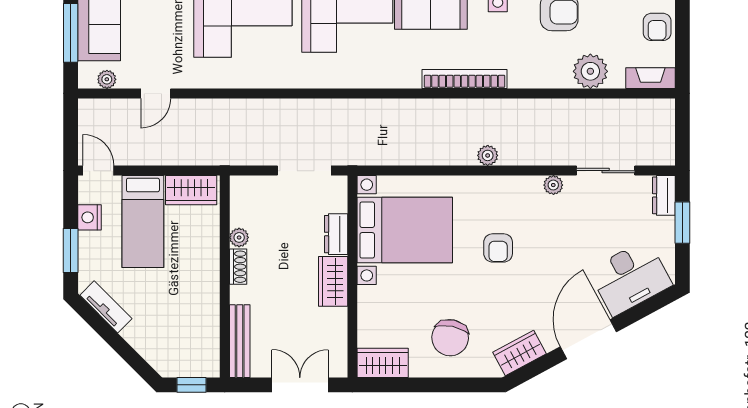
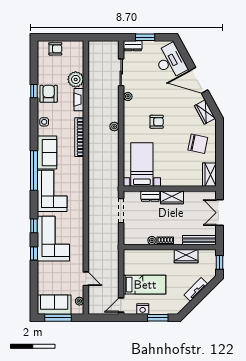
fireplace: (650, 78) -> (79, 100), moved
wardrobe: (191, 190) -> (186, 256), moved, turned 90
bed with nightstands: (405, 230) -> (142, 165), width x0.73
tv unit: (106, 307) -> (196, 289), moved

